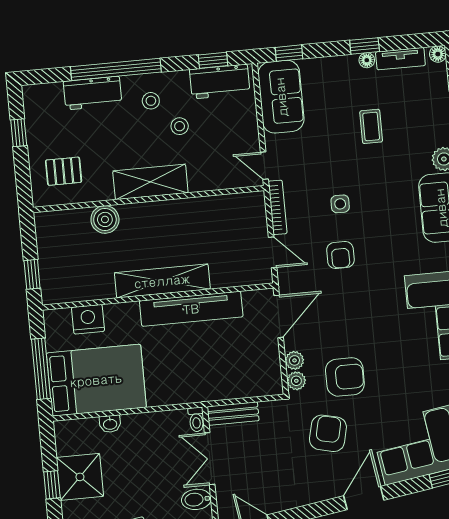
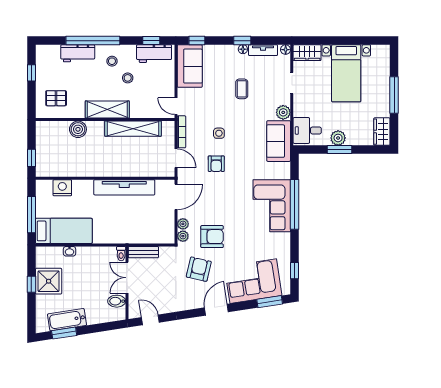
shelving: (162, 281) -> (133, 129), moved
bed: (96, 380) -> (64, 231), width x0.67

